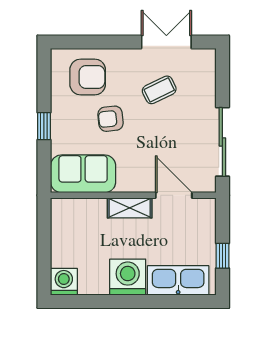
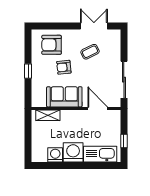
armchair: (88, 77) -> (52, 45), turned 180
sofa: (83, 174) -> (64, 97), moved
shelving: (130, 208) -> (48, 115), moved
washing machine: (64, 282) -> (55, 155), moved

